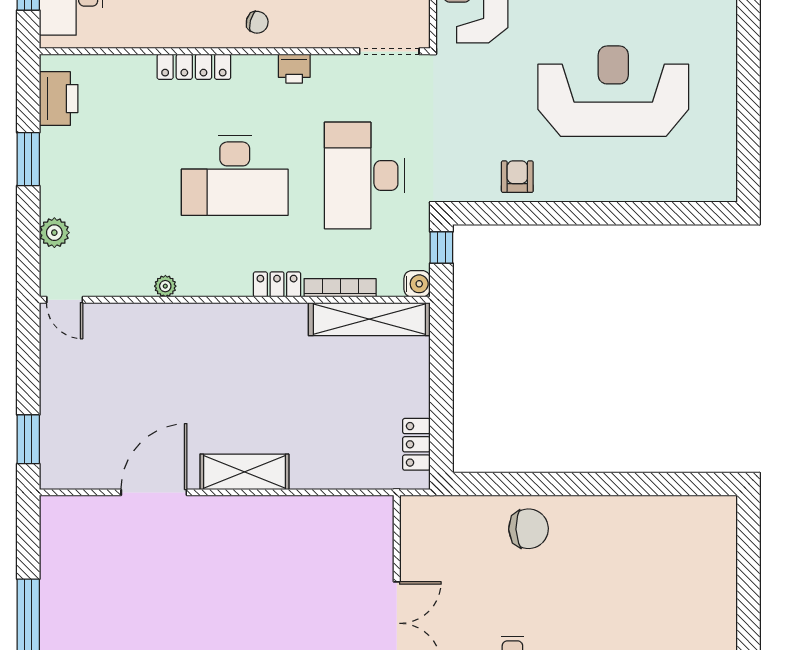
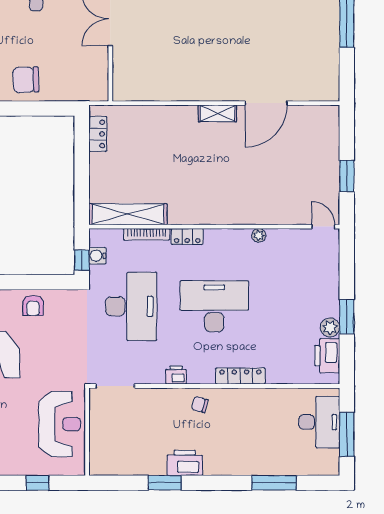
plant: (54, 233) -> (330, 327), moved
water cooler: (417, 284) -> (97, 256), moved
window: (28, 439) -> (347, 176), moved
shelving: (244, 472) -> (218, 113), width x0.67, depth x0.75

